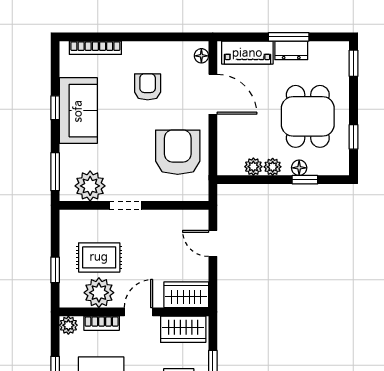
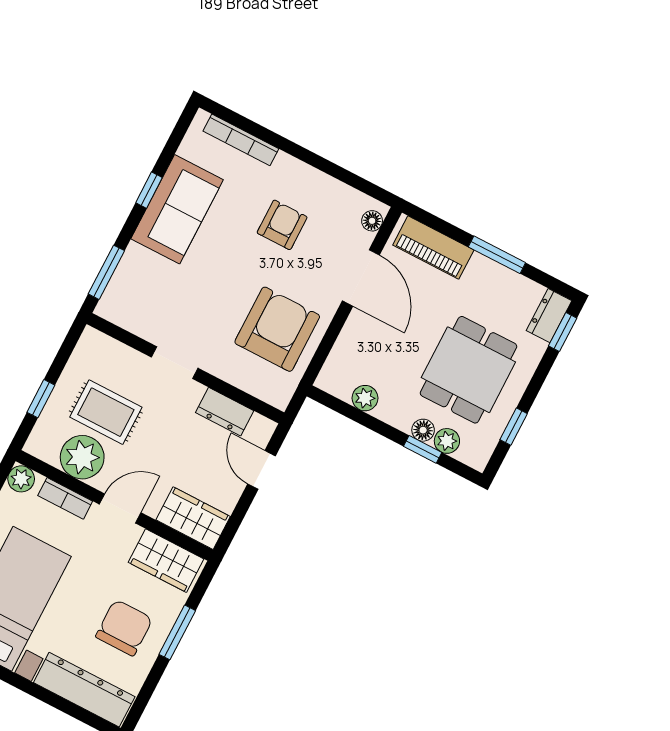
dresser: (291, 50) -> (549, 316), moved, turned 90
plant: (273, 167) -> (447, 441), moved
plant: (90, 186) -> (142, 314), removed
dresser: (172, 219) -> (225, 412), added

